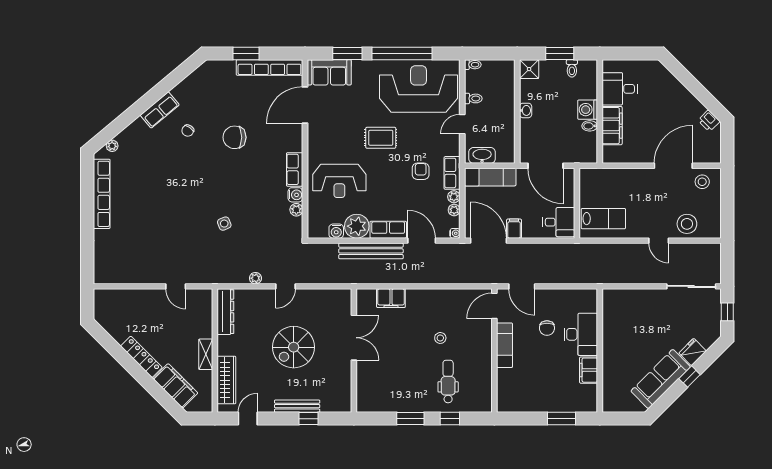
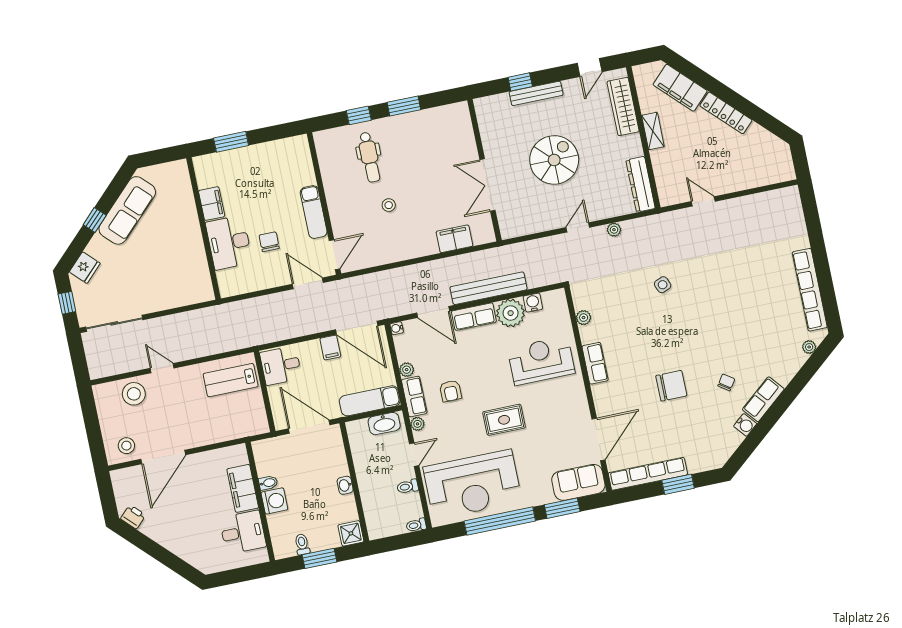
water cooler: (295, 195) -> (745, 425), moved, turned -130
plant: (454, 210) -> (417, 424), moved
fridge: (693, 352) -> (85, 268), moved

